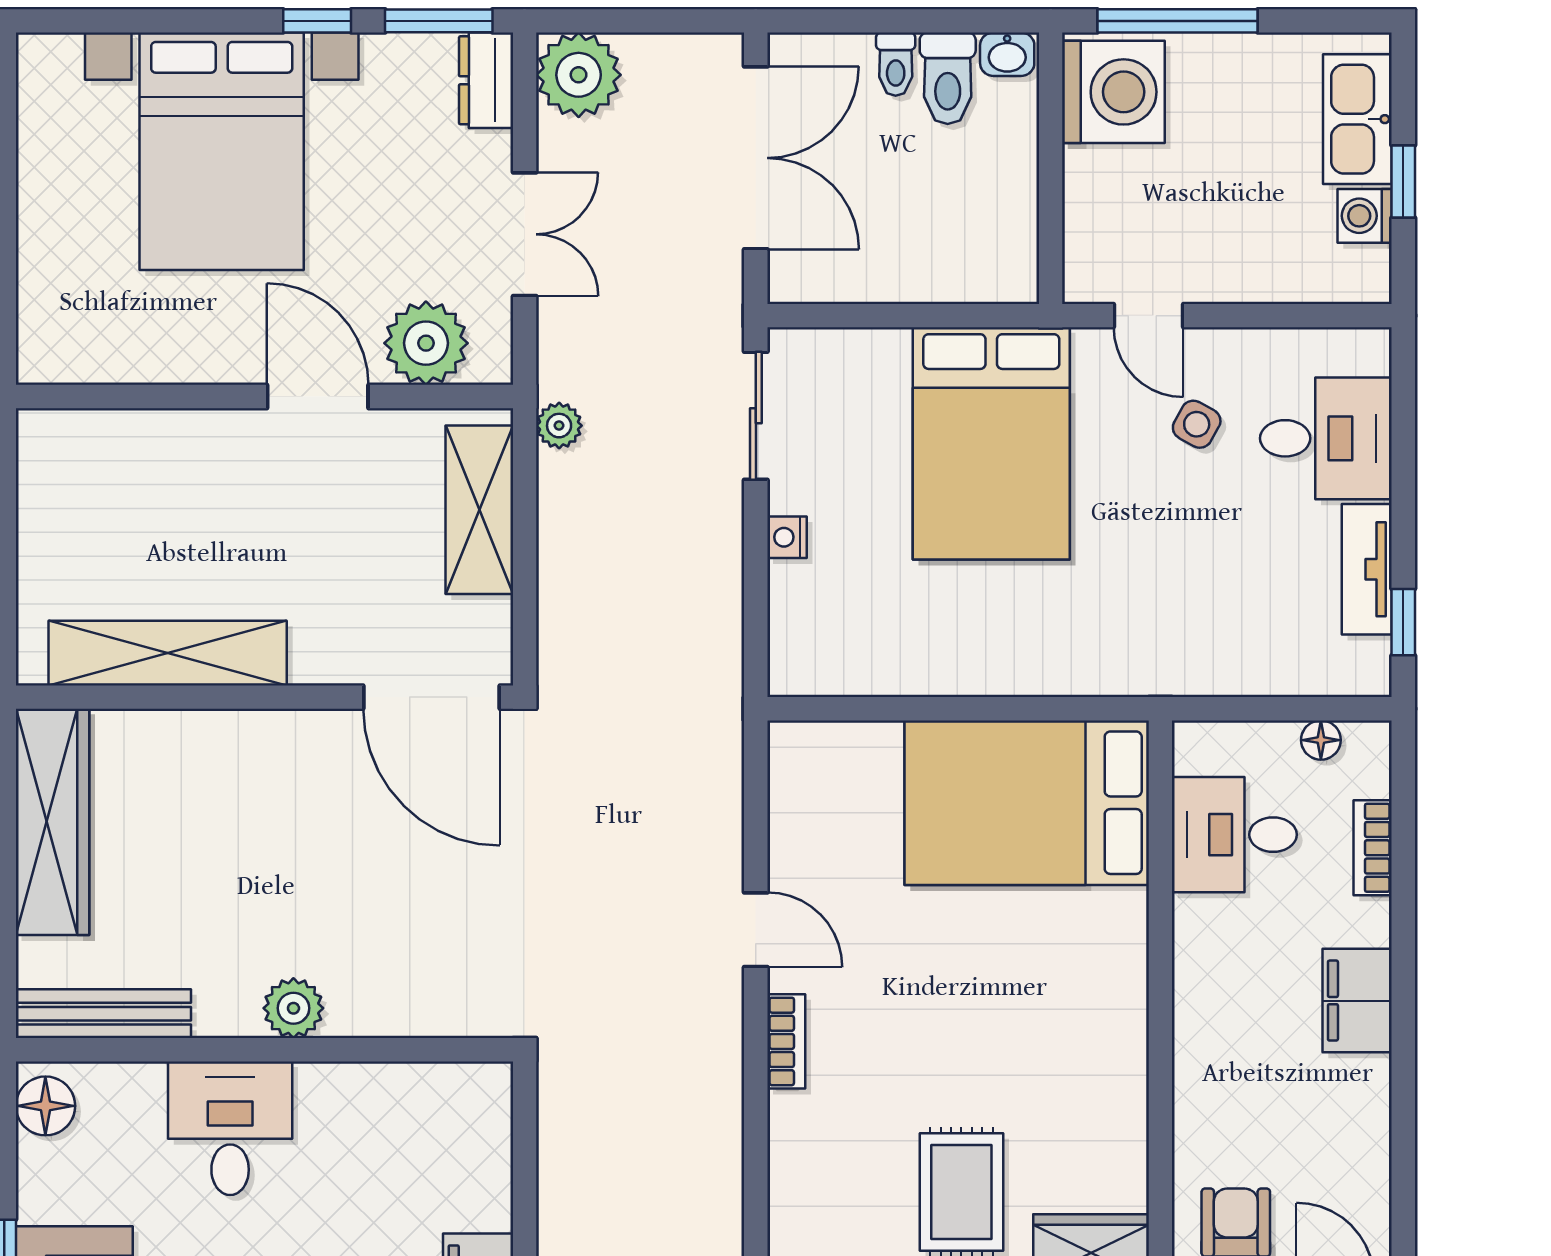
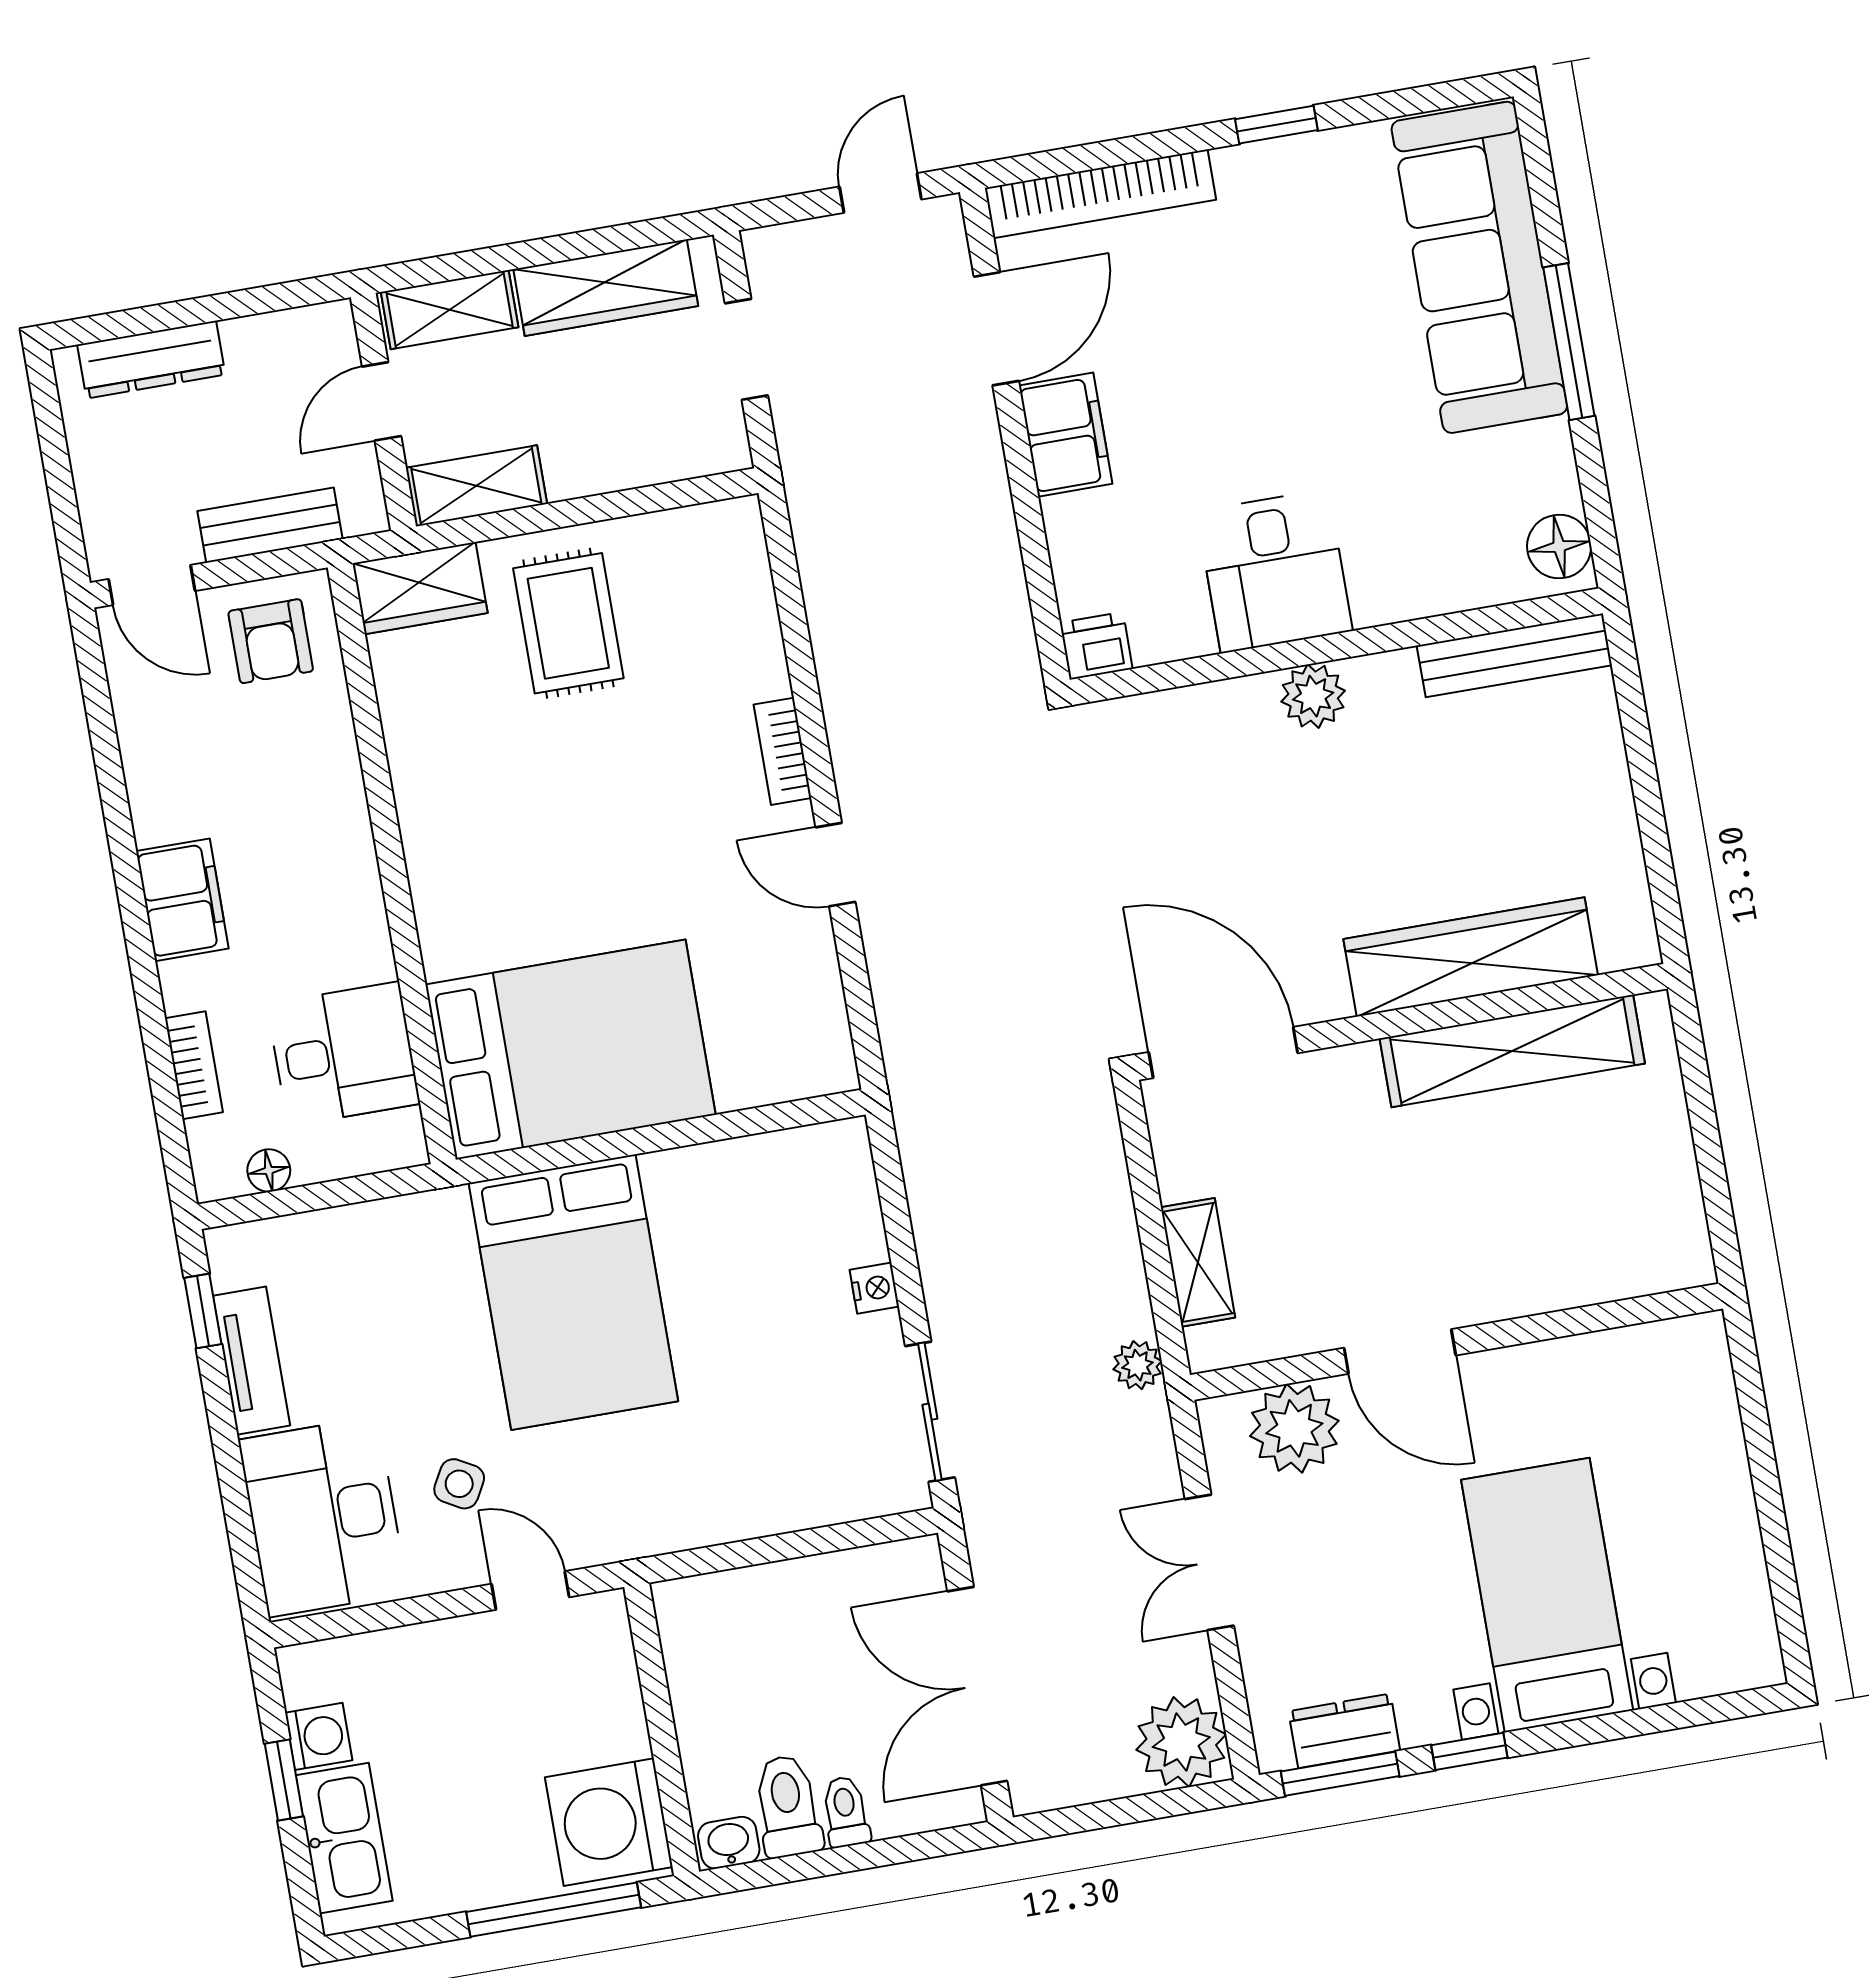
dresser: (486, 80) -> (1344, 1731), moved, turned -90
bed with nightstands: (222, 151) -> (1547, 1595), width x0.73
desk: (1326, 438) -> (323, 1517), width x1.37
bed: (991, 443) -> (573, 1292), moved, turned 180
shelving: (479, 510) -> (1198, 1262), width x0.67, depth x0.75
wardrobe: (53, 822) -> (1471, 957), moved, turned 90
printer: (483, 1088) -> (1096, 646), added
desk: (230, 1128) -> (1275, 571), moved

